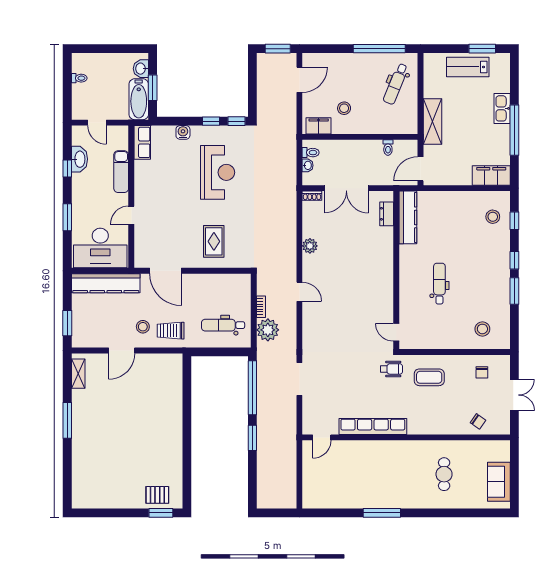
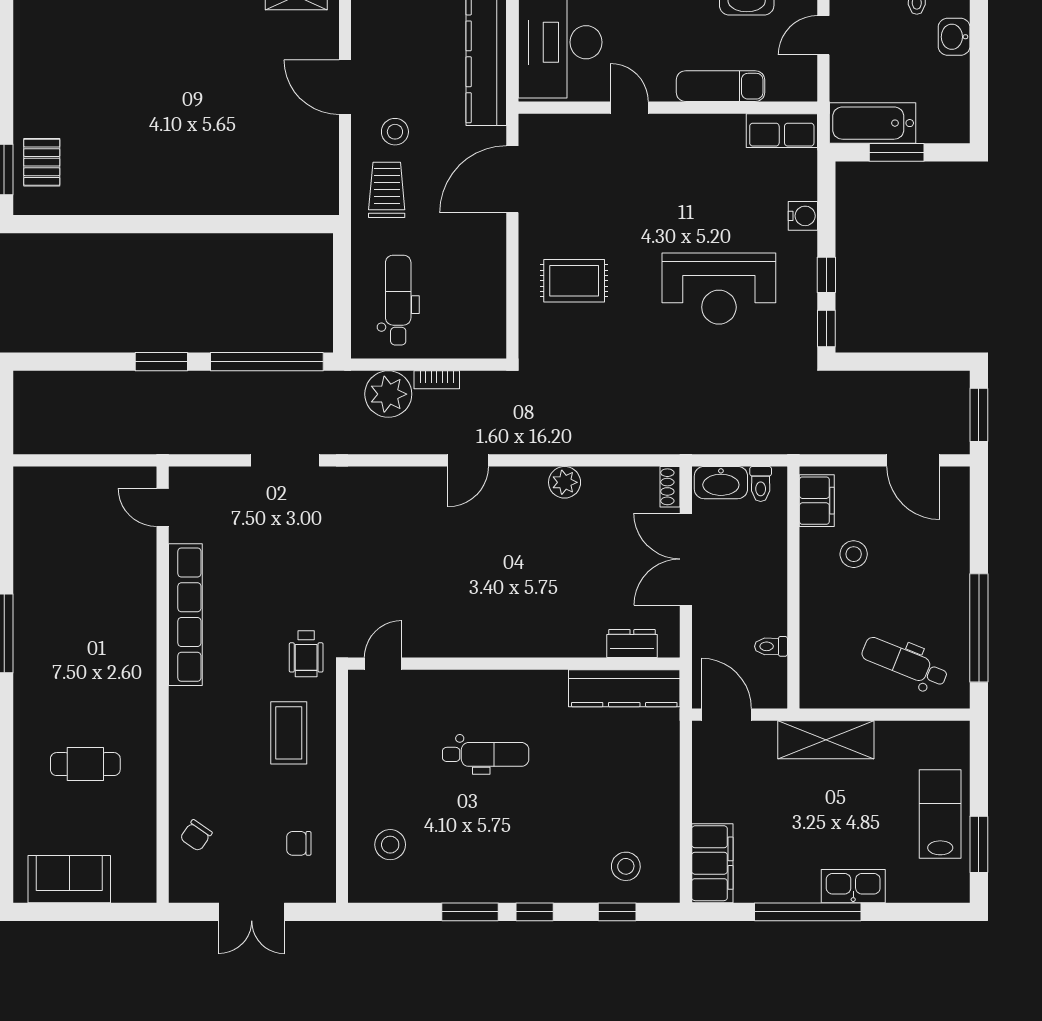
washbasin: (141, 69) -> (954, 37), moved, turned -90
washbasin: (308, 165) -> (721, 483), width x1.91, depth x1.45

